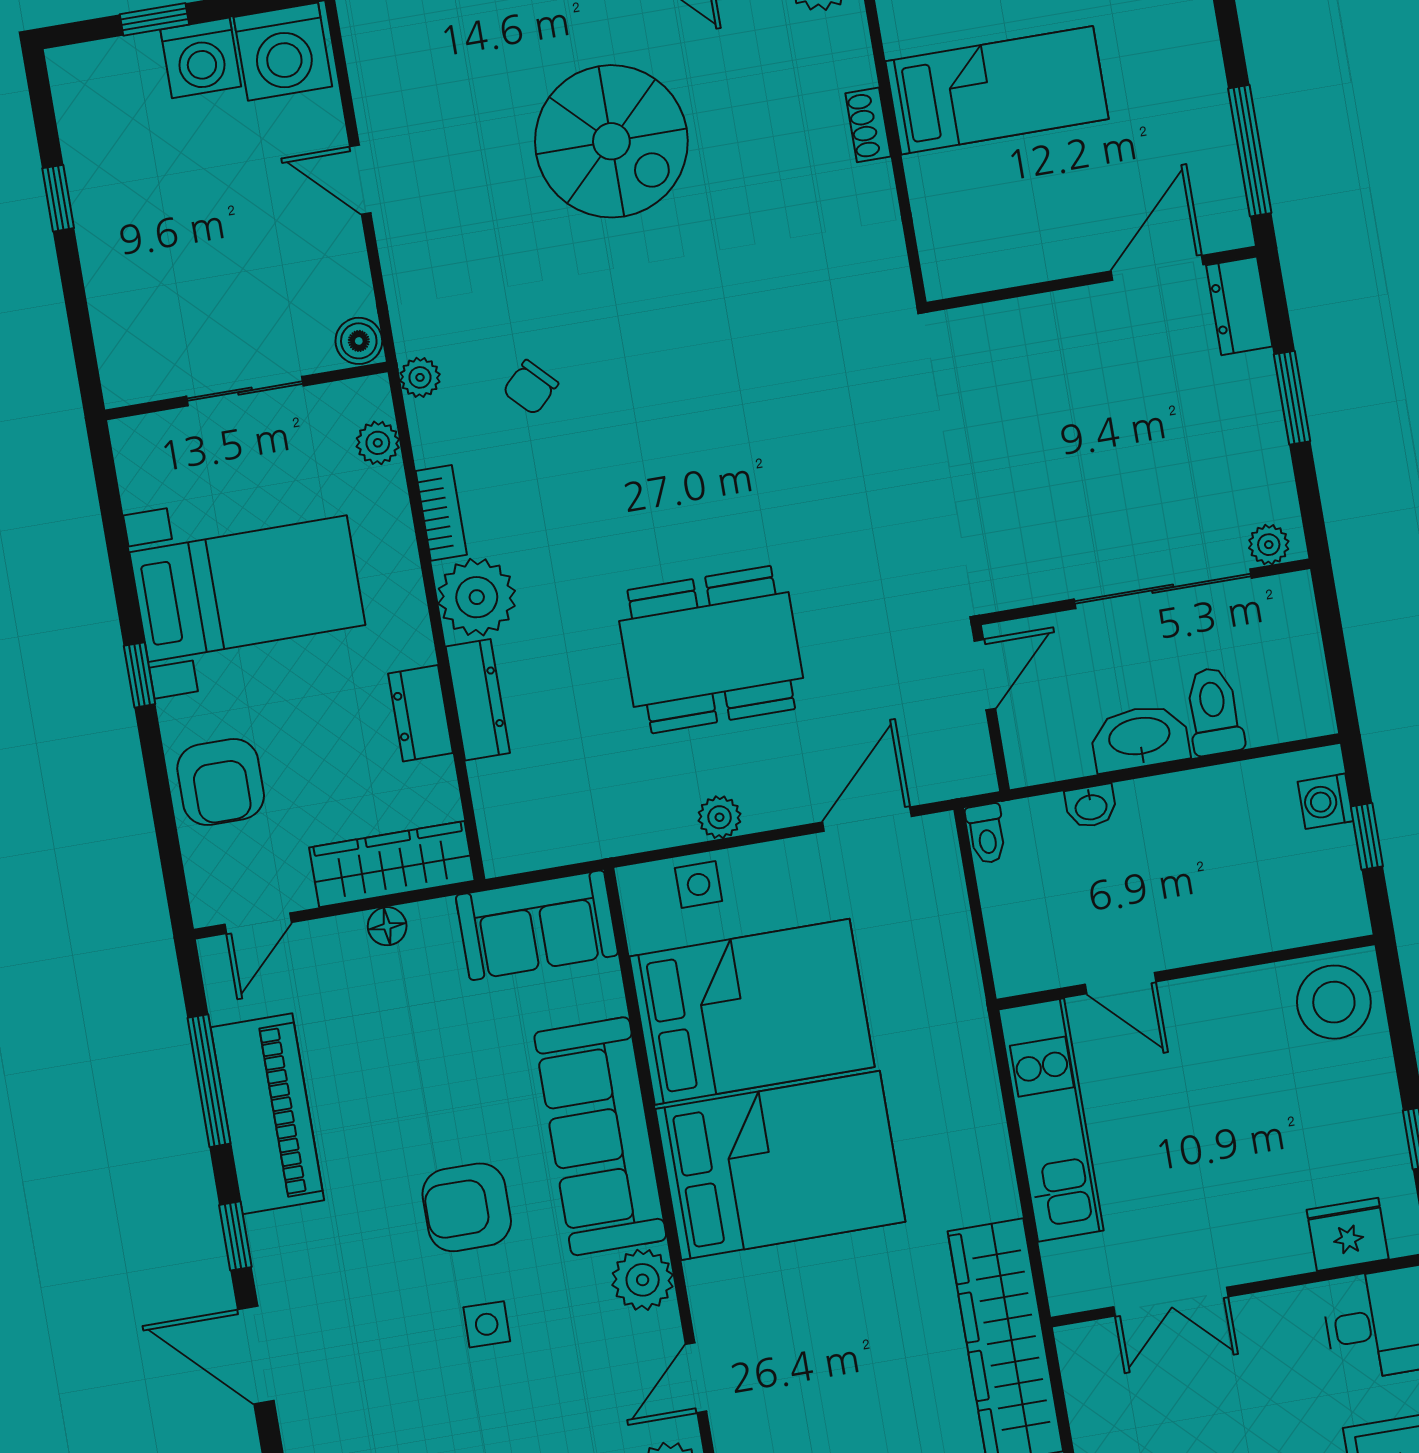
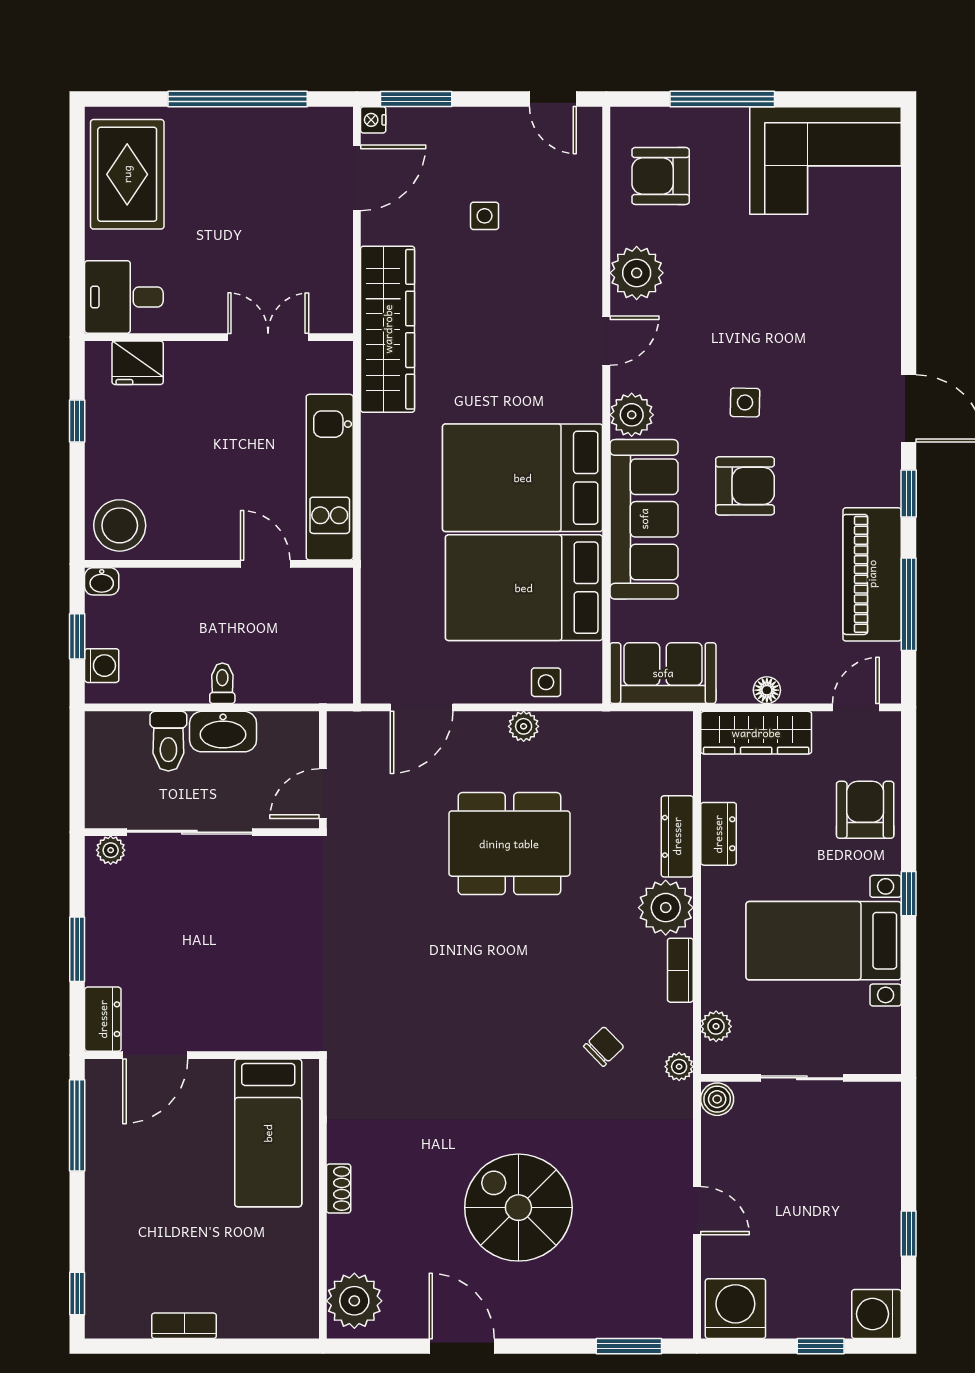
washing machine: (201, 58) -> (876, 1314), moved, turned -90
bed: (997, 90) -> (268, 1133), moved, turned -90
washbasin: (1091, 806) -> (102, 581), moved, turned 180
toilet: (986, 834) -> (222, 683), moved

